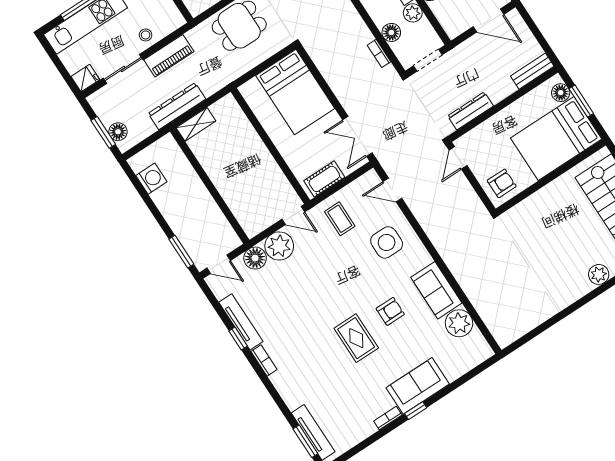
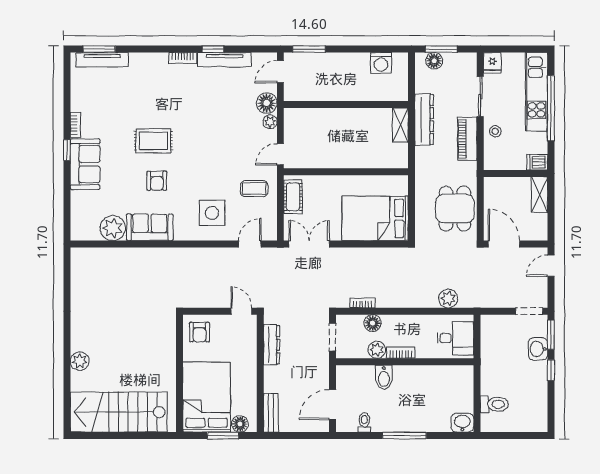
plant: (279, 246) -> (270, 122), width x0.53, depth x0.53

